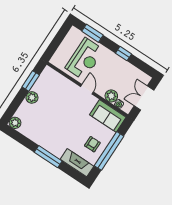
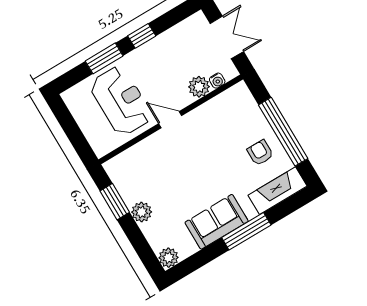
window: (93, 33) -> (104, 58), moved
double door: (144, 98) -> (227, 37), swing flipped
sofa: (108, 116) -> (217, 222), moved, turned 180

